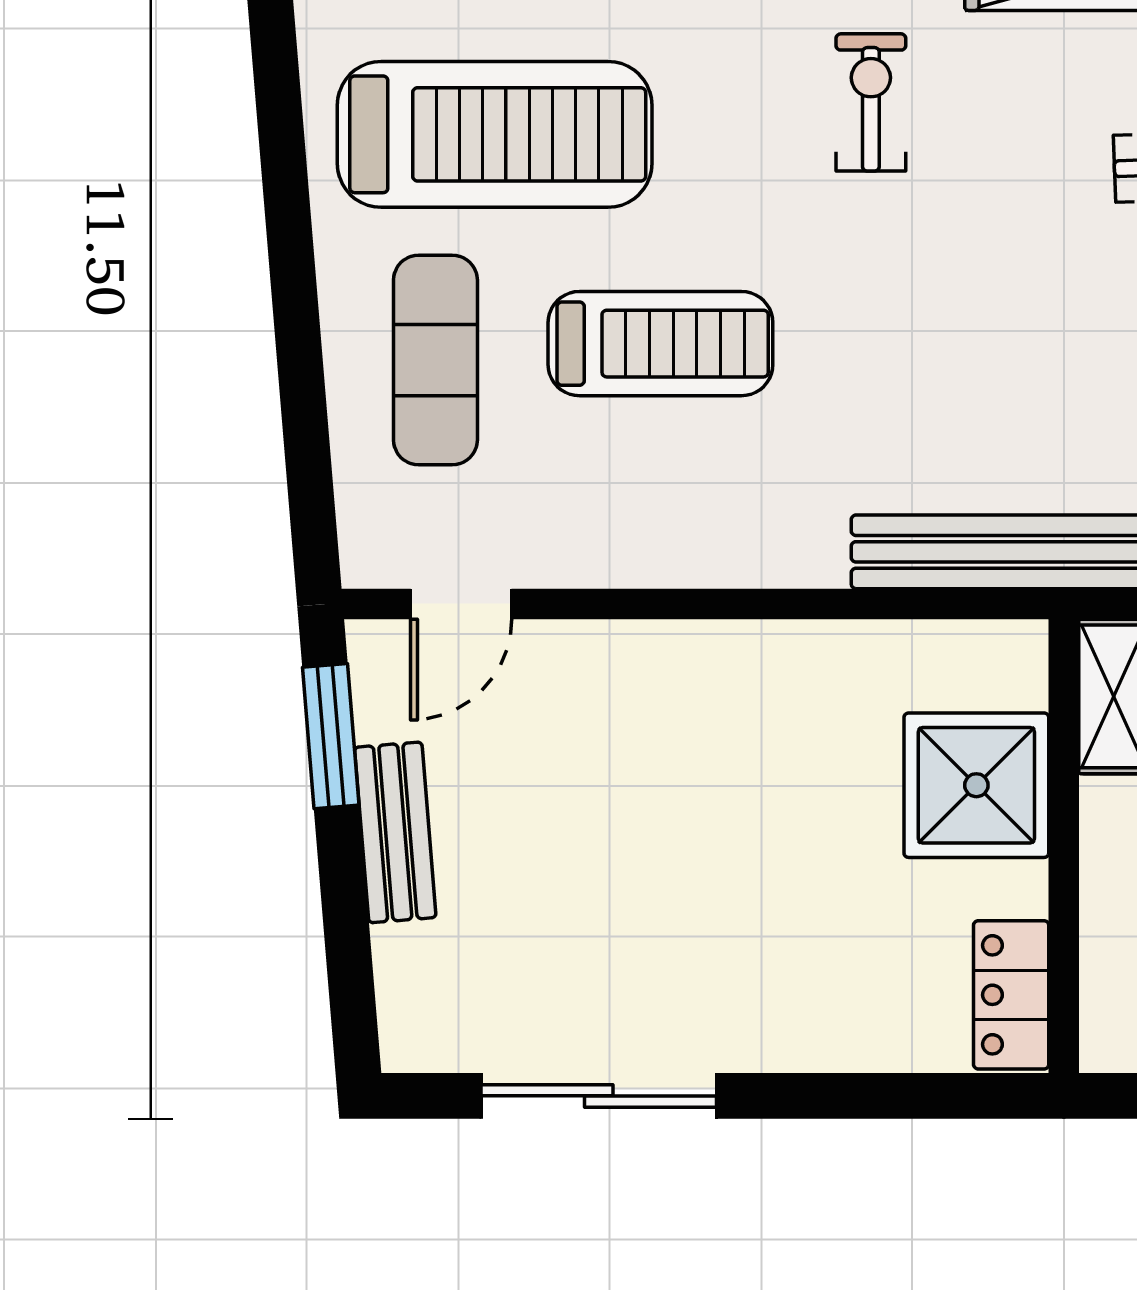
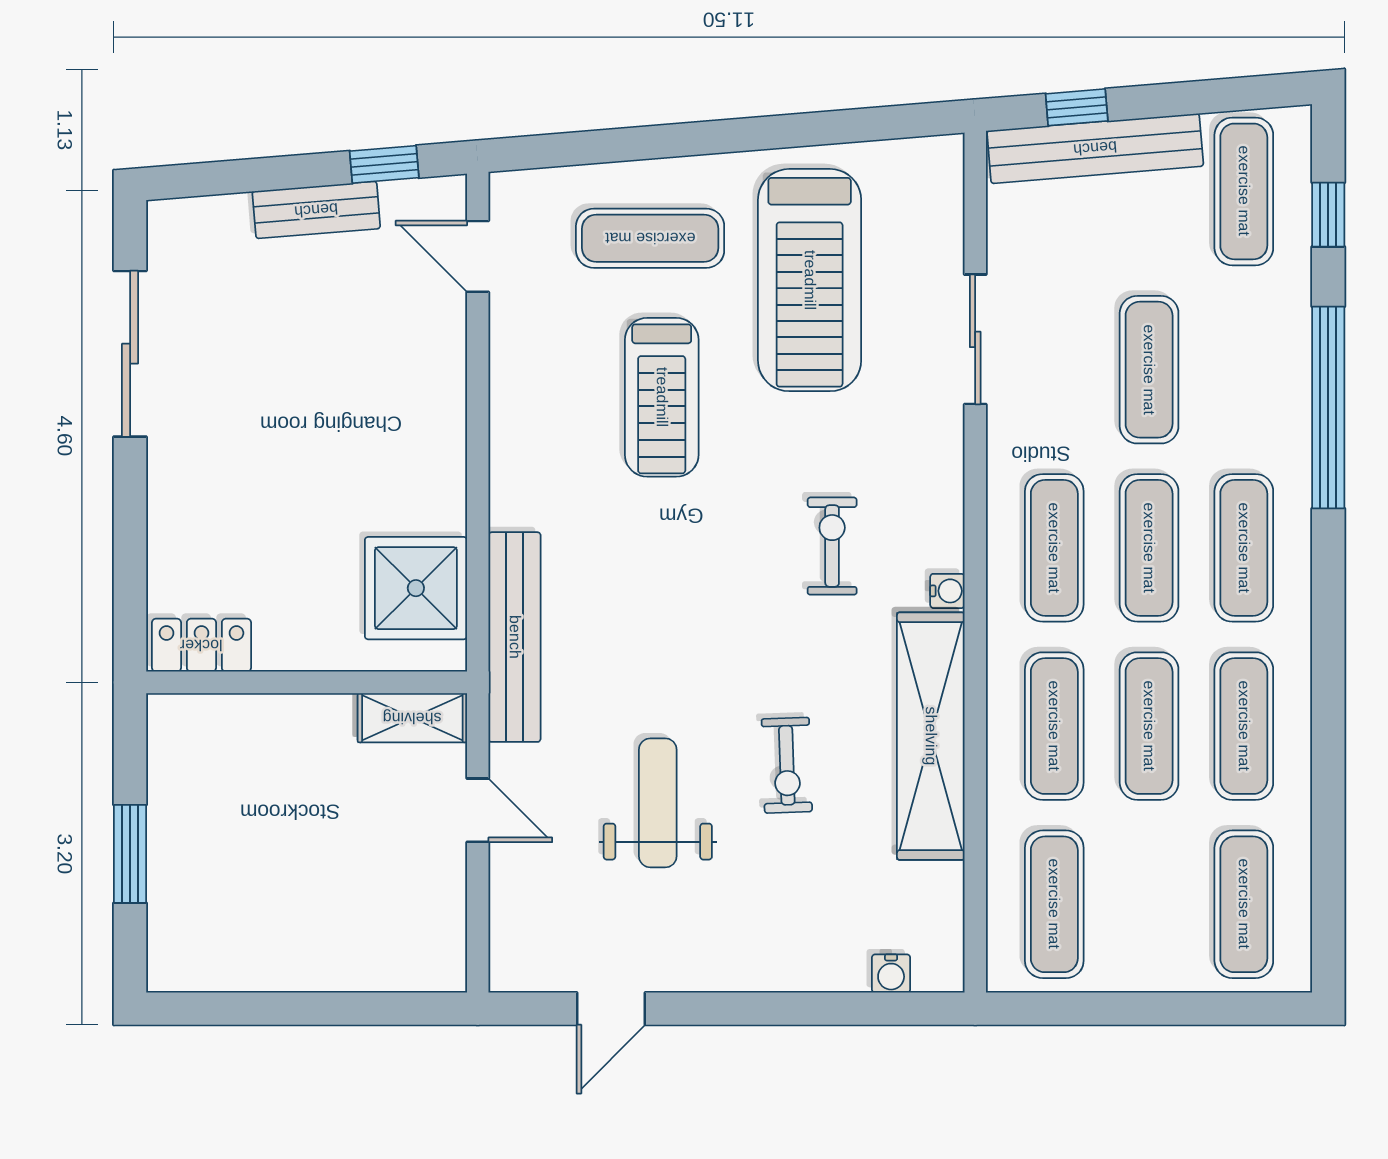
exercise bike: (871, 102) -> (832, 546), turned -90
window: (331, 736) -> (384, 164), width x0.67
shower: (976, 785) -> (416, 588), moved

